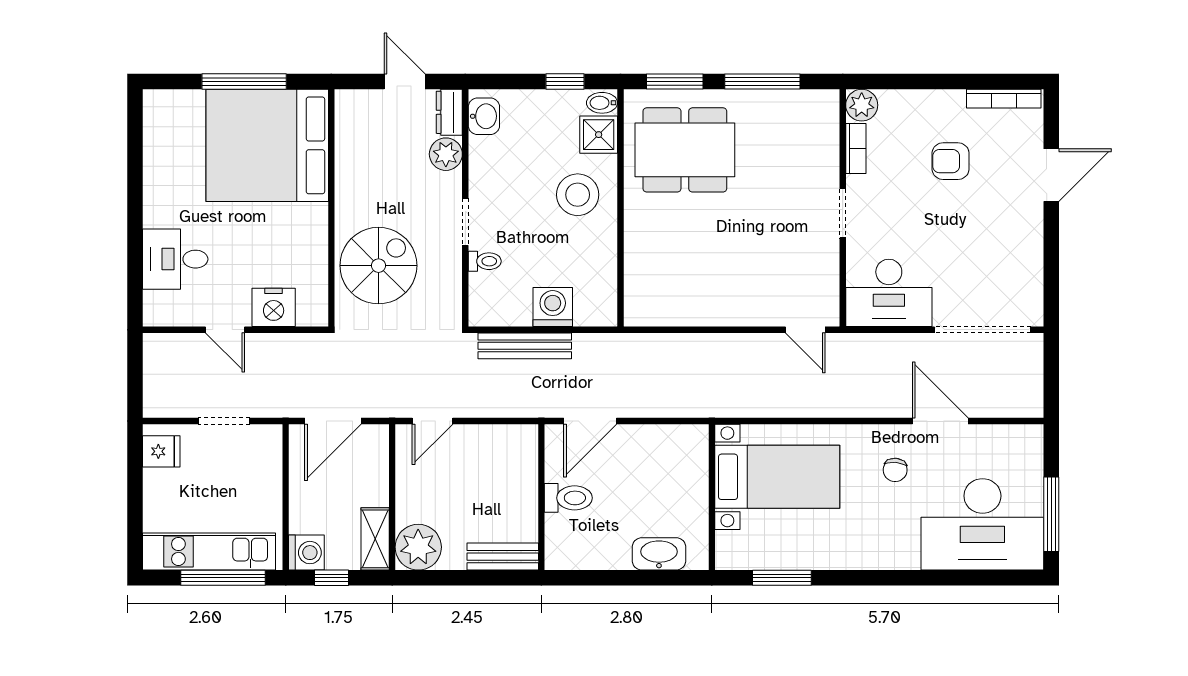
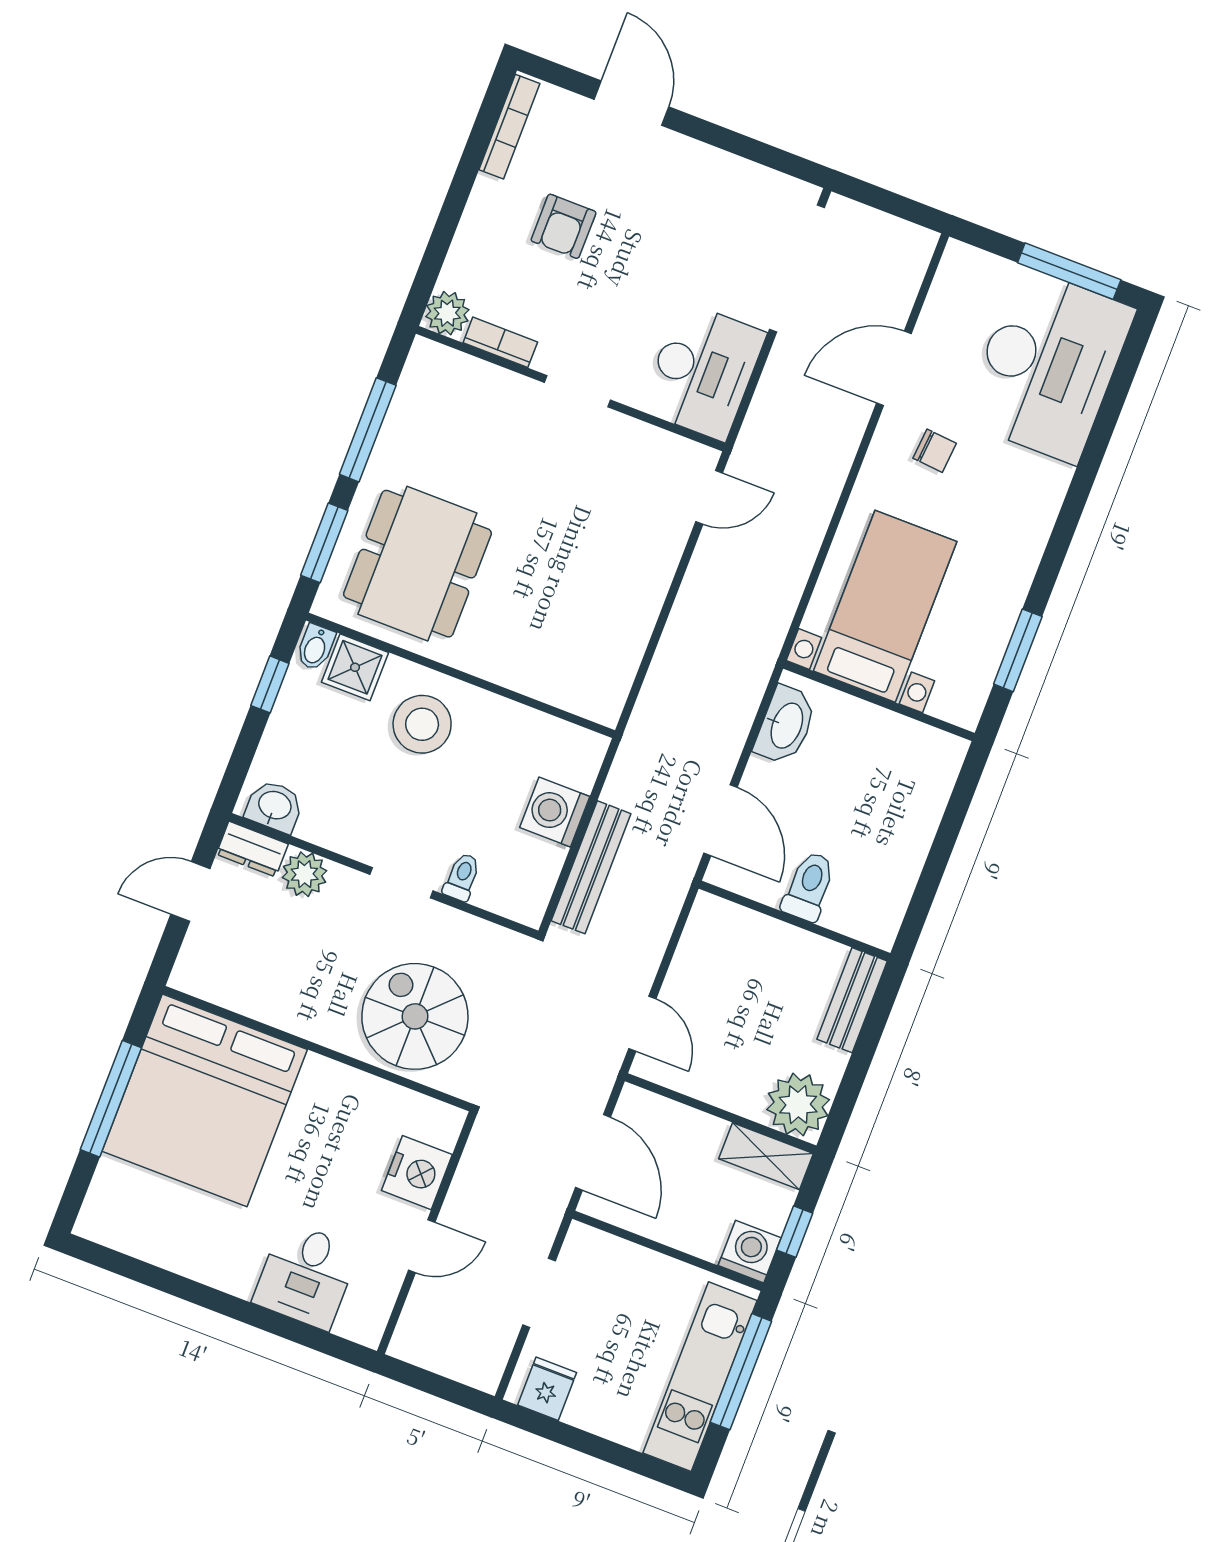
washbasin: (659, 554) -> (786, 725), moved, turned 180

